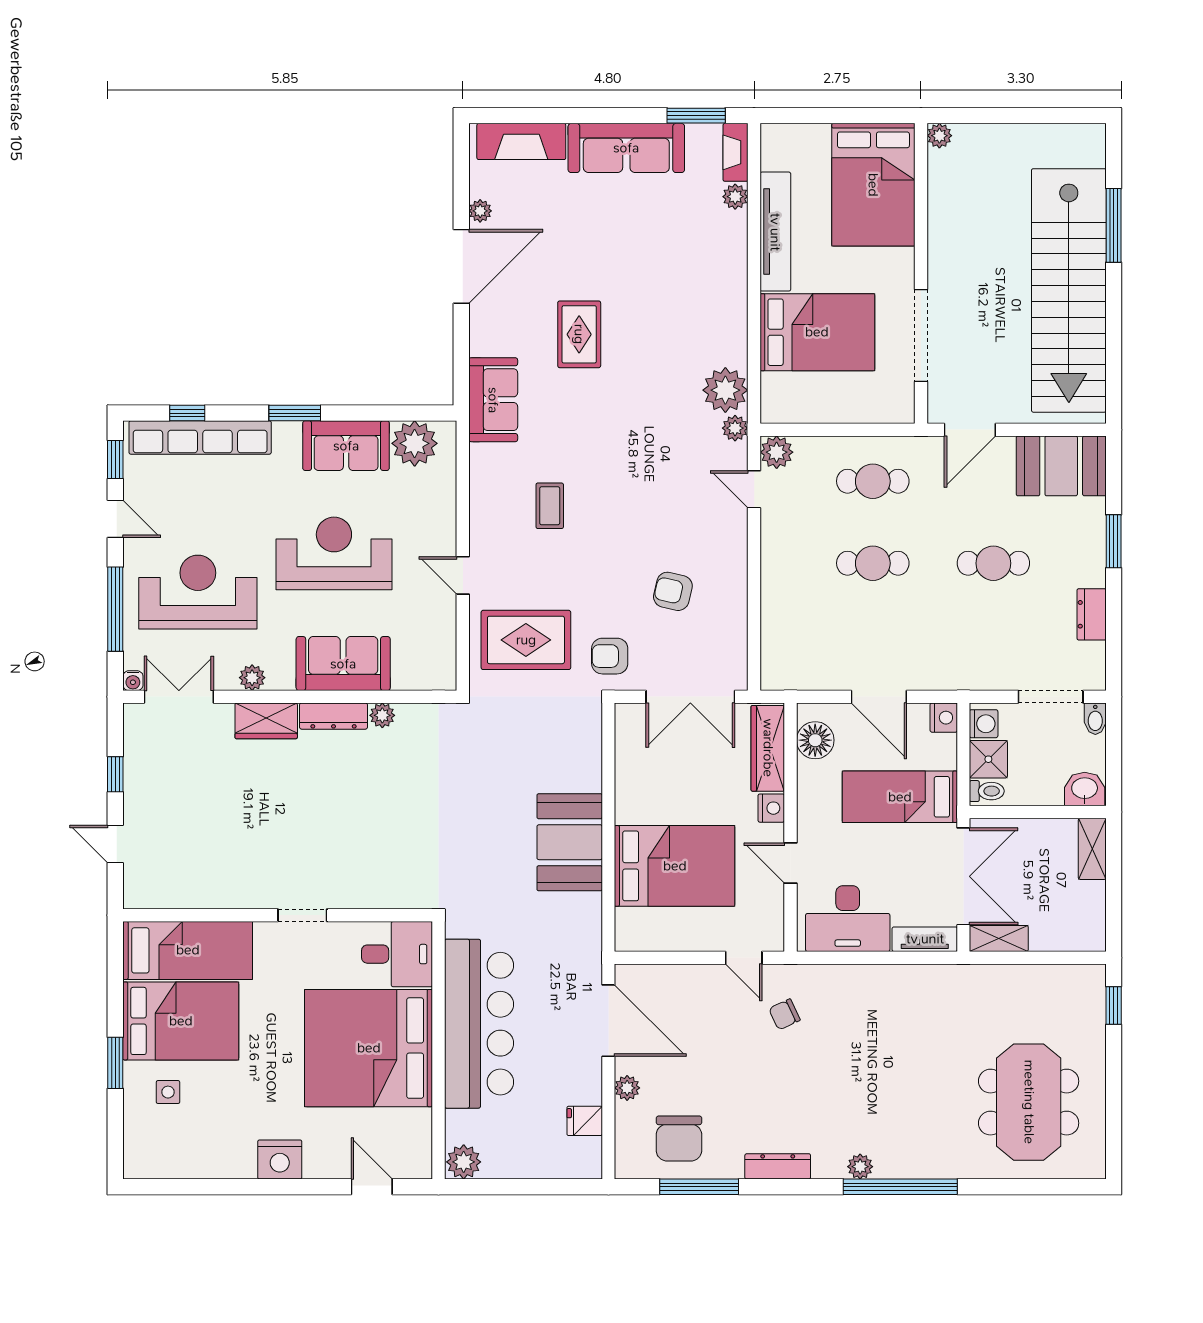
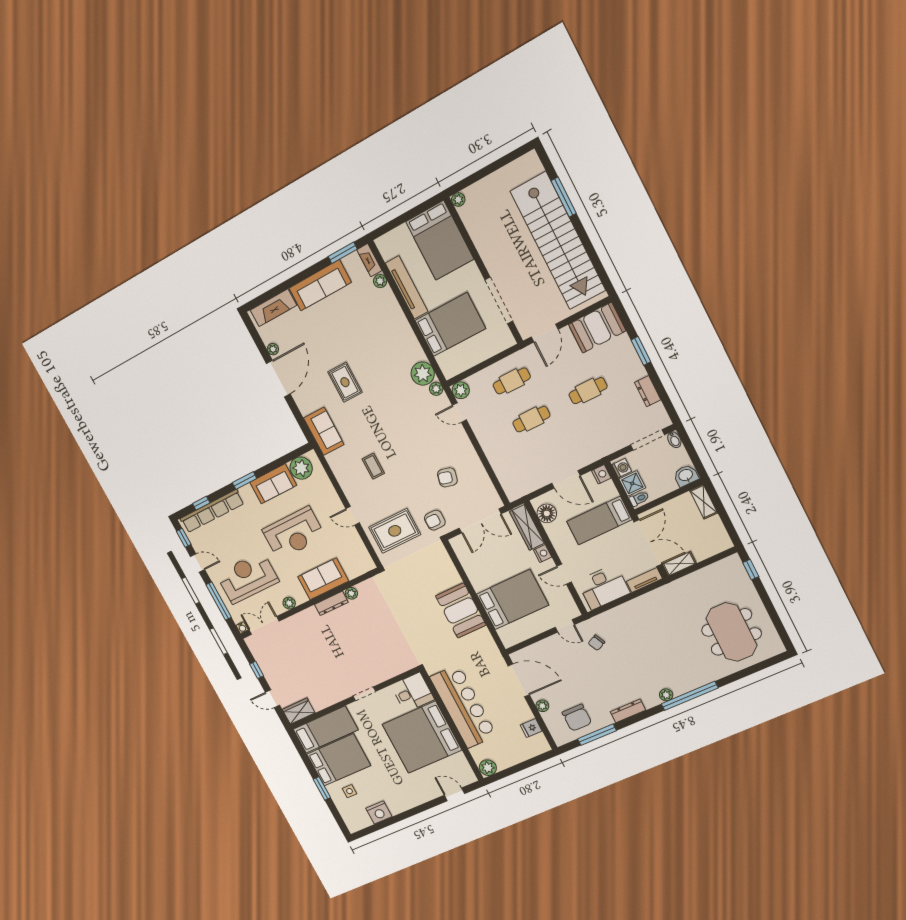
reception desk: (334, 553) -> (294, 533), turned 180
wardrobe: (266, 721) -> (299, 711), moved, turned 180
nightstand: (280, 1160) -> (379, 812), moved

